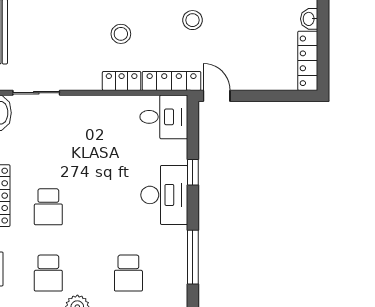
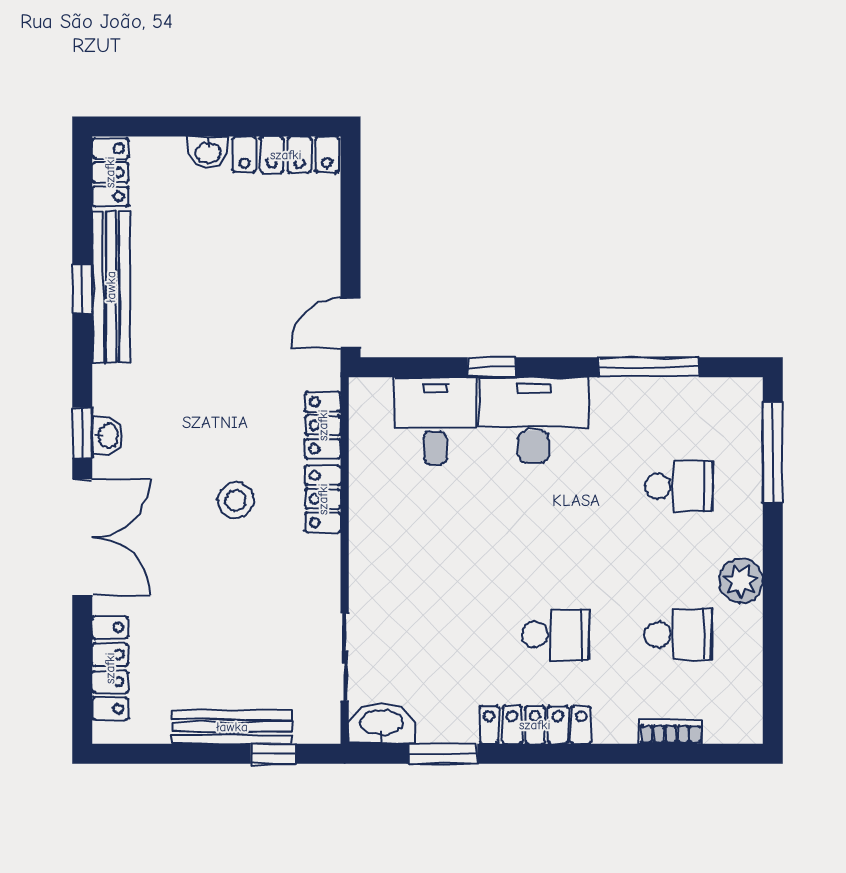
stool: (193, 20) -> (210, 368), removed
locker: (172, 81) -> (323, 425), width x0.66
desk: (164, 117) -> (435, 421), moved

